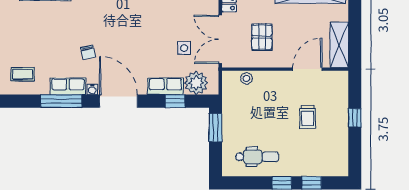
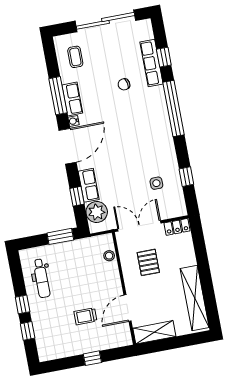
pallet: (262, 37) -> (148, 262), turned 90
side table: (184, 48) -> (156, 183), moved
chair: (88, 52) -> (124, 84), moved
door: (307, 69) -> (128, 308), swing flipped

